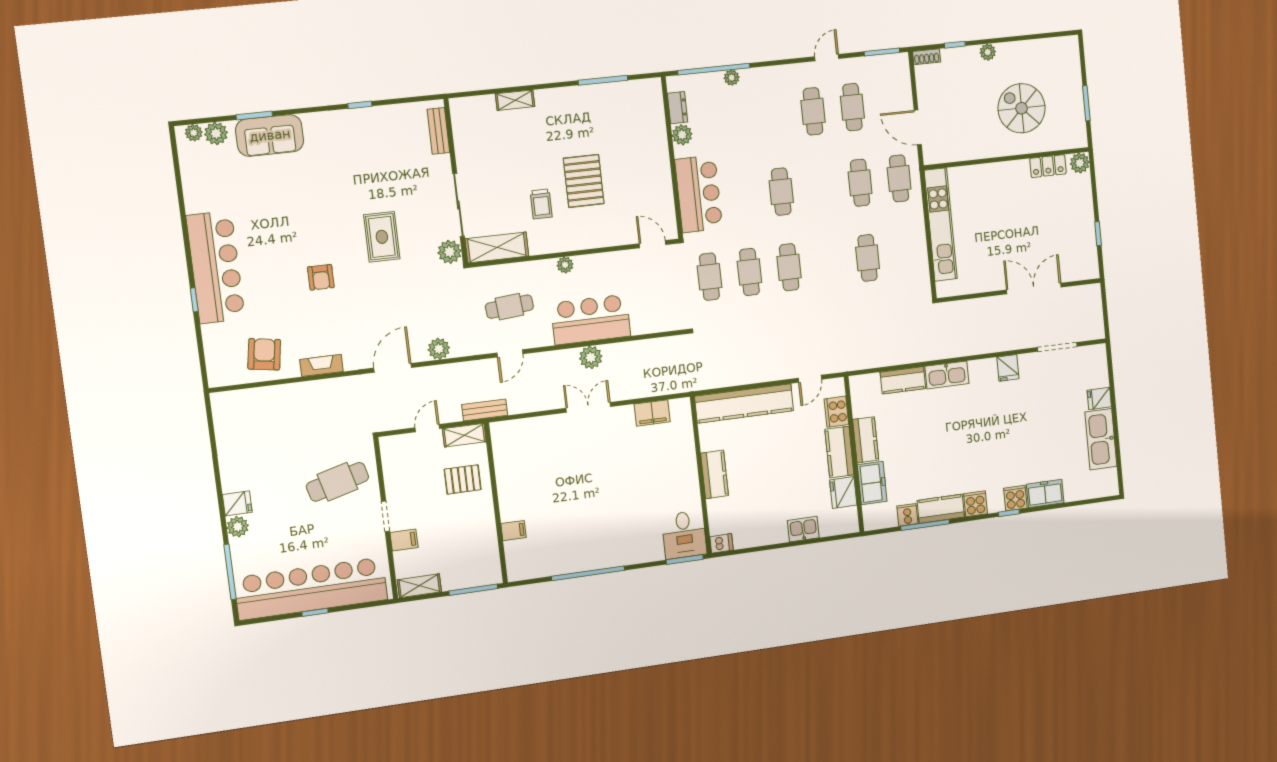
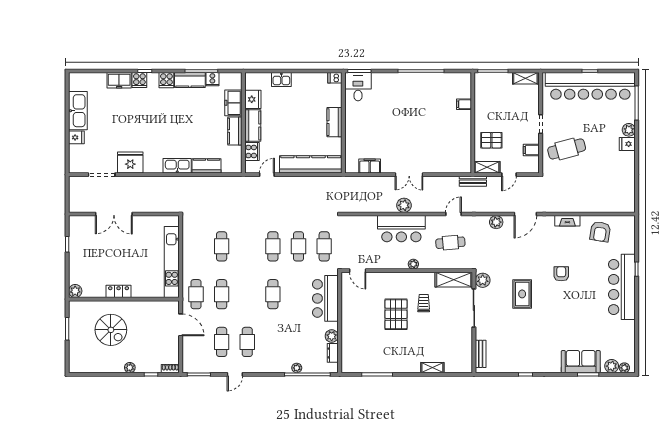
locker: (1048, 166) -> (119, 291), moved
fridge: (1008, 368) -> (130, 162), width x1.88, depth x1.34
filing cabinet: (404, 540) -> (531, 150), moved

